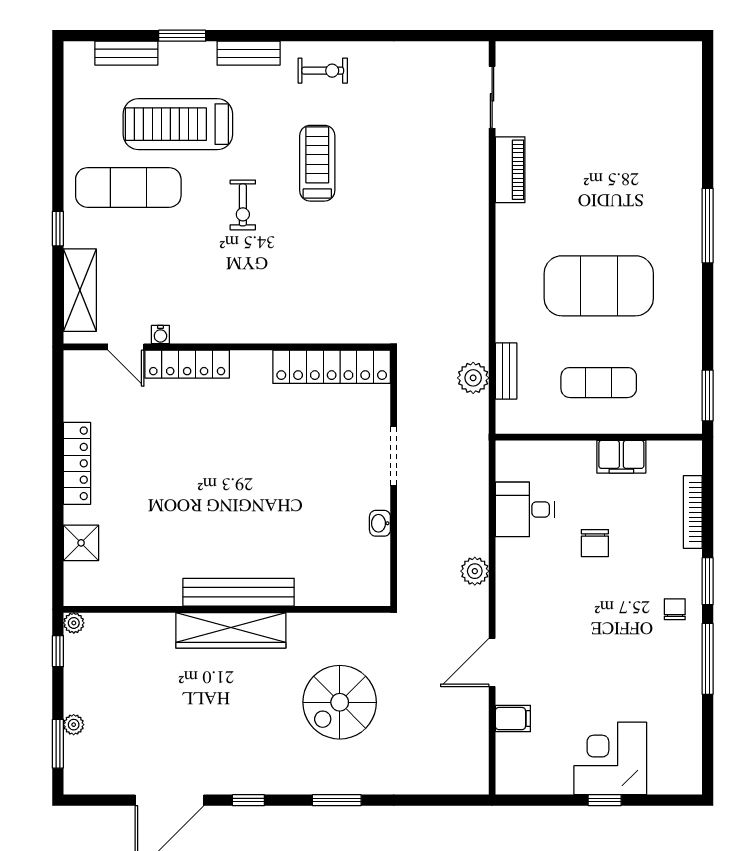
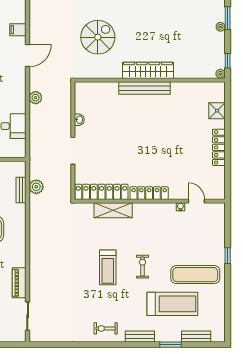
treadmill: (317, 163) -> (108, 267), moved
shelving: (80, 290) -> (113, 210), moved, turned 90
locker: (187, 364) -> (149, 193), moved

